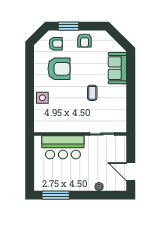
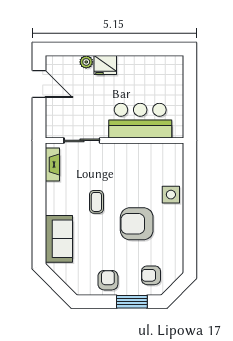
armchair: (59, 69) -> (137, 224), moved
fireplace: (122, 118) -> (52, 164), added
fridge: (86, 185) -> (105, 65), added
window: (56, 195) -> (151, 49), removed

